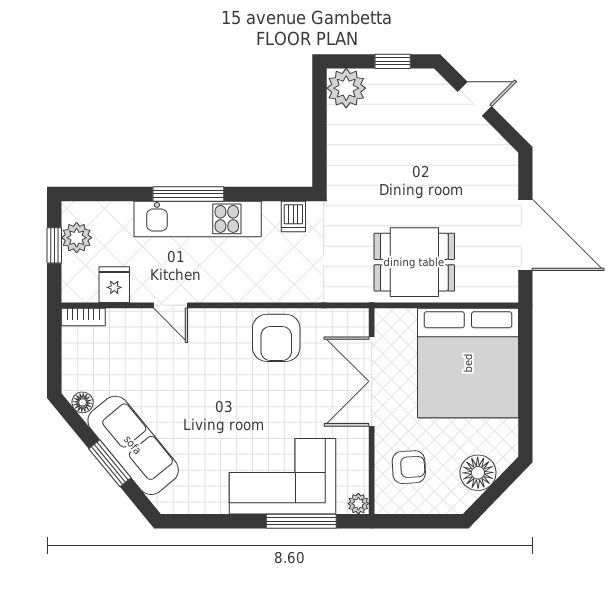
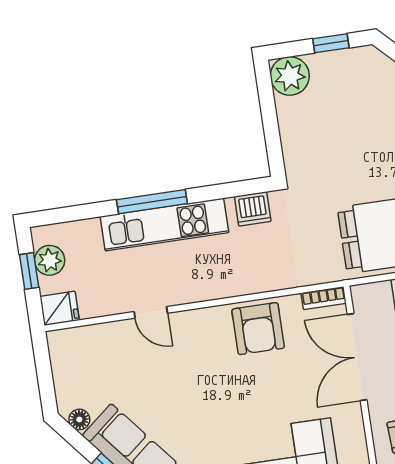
dishwasher: (293, 216) -> (253, 209), width x1.38
fridge: (114, 285) -> (60, 308), moved, turned 90
bookcase: (83, 317) -> (324, 298), moved

